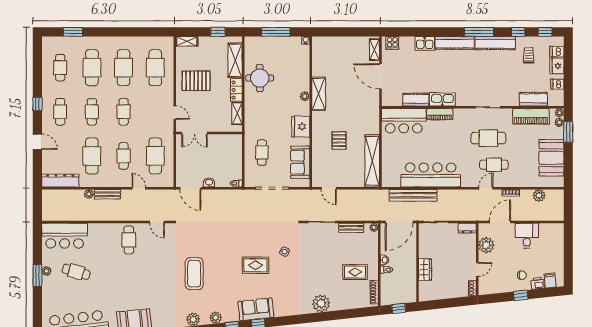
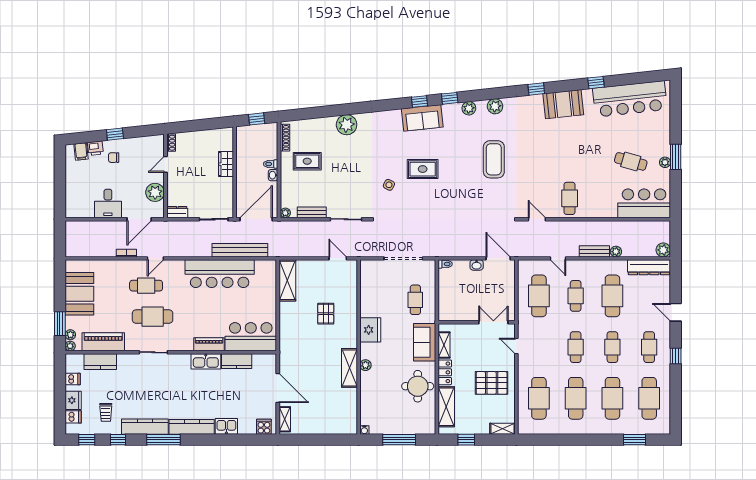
cafe table: (60, 68) -> (649, 398), width x1.37, depth x1.35
shelving: (372, 161) -> (287, 280), width x0.68
sofa: (300, 162) -> (425, 342), moved, turned 180
plant: (539, 195) -> (663, 250), moved

